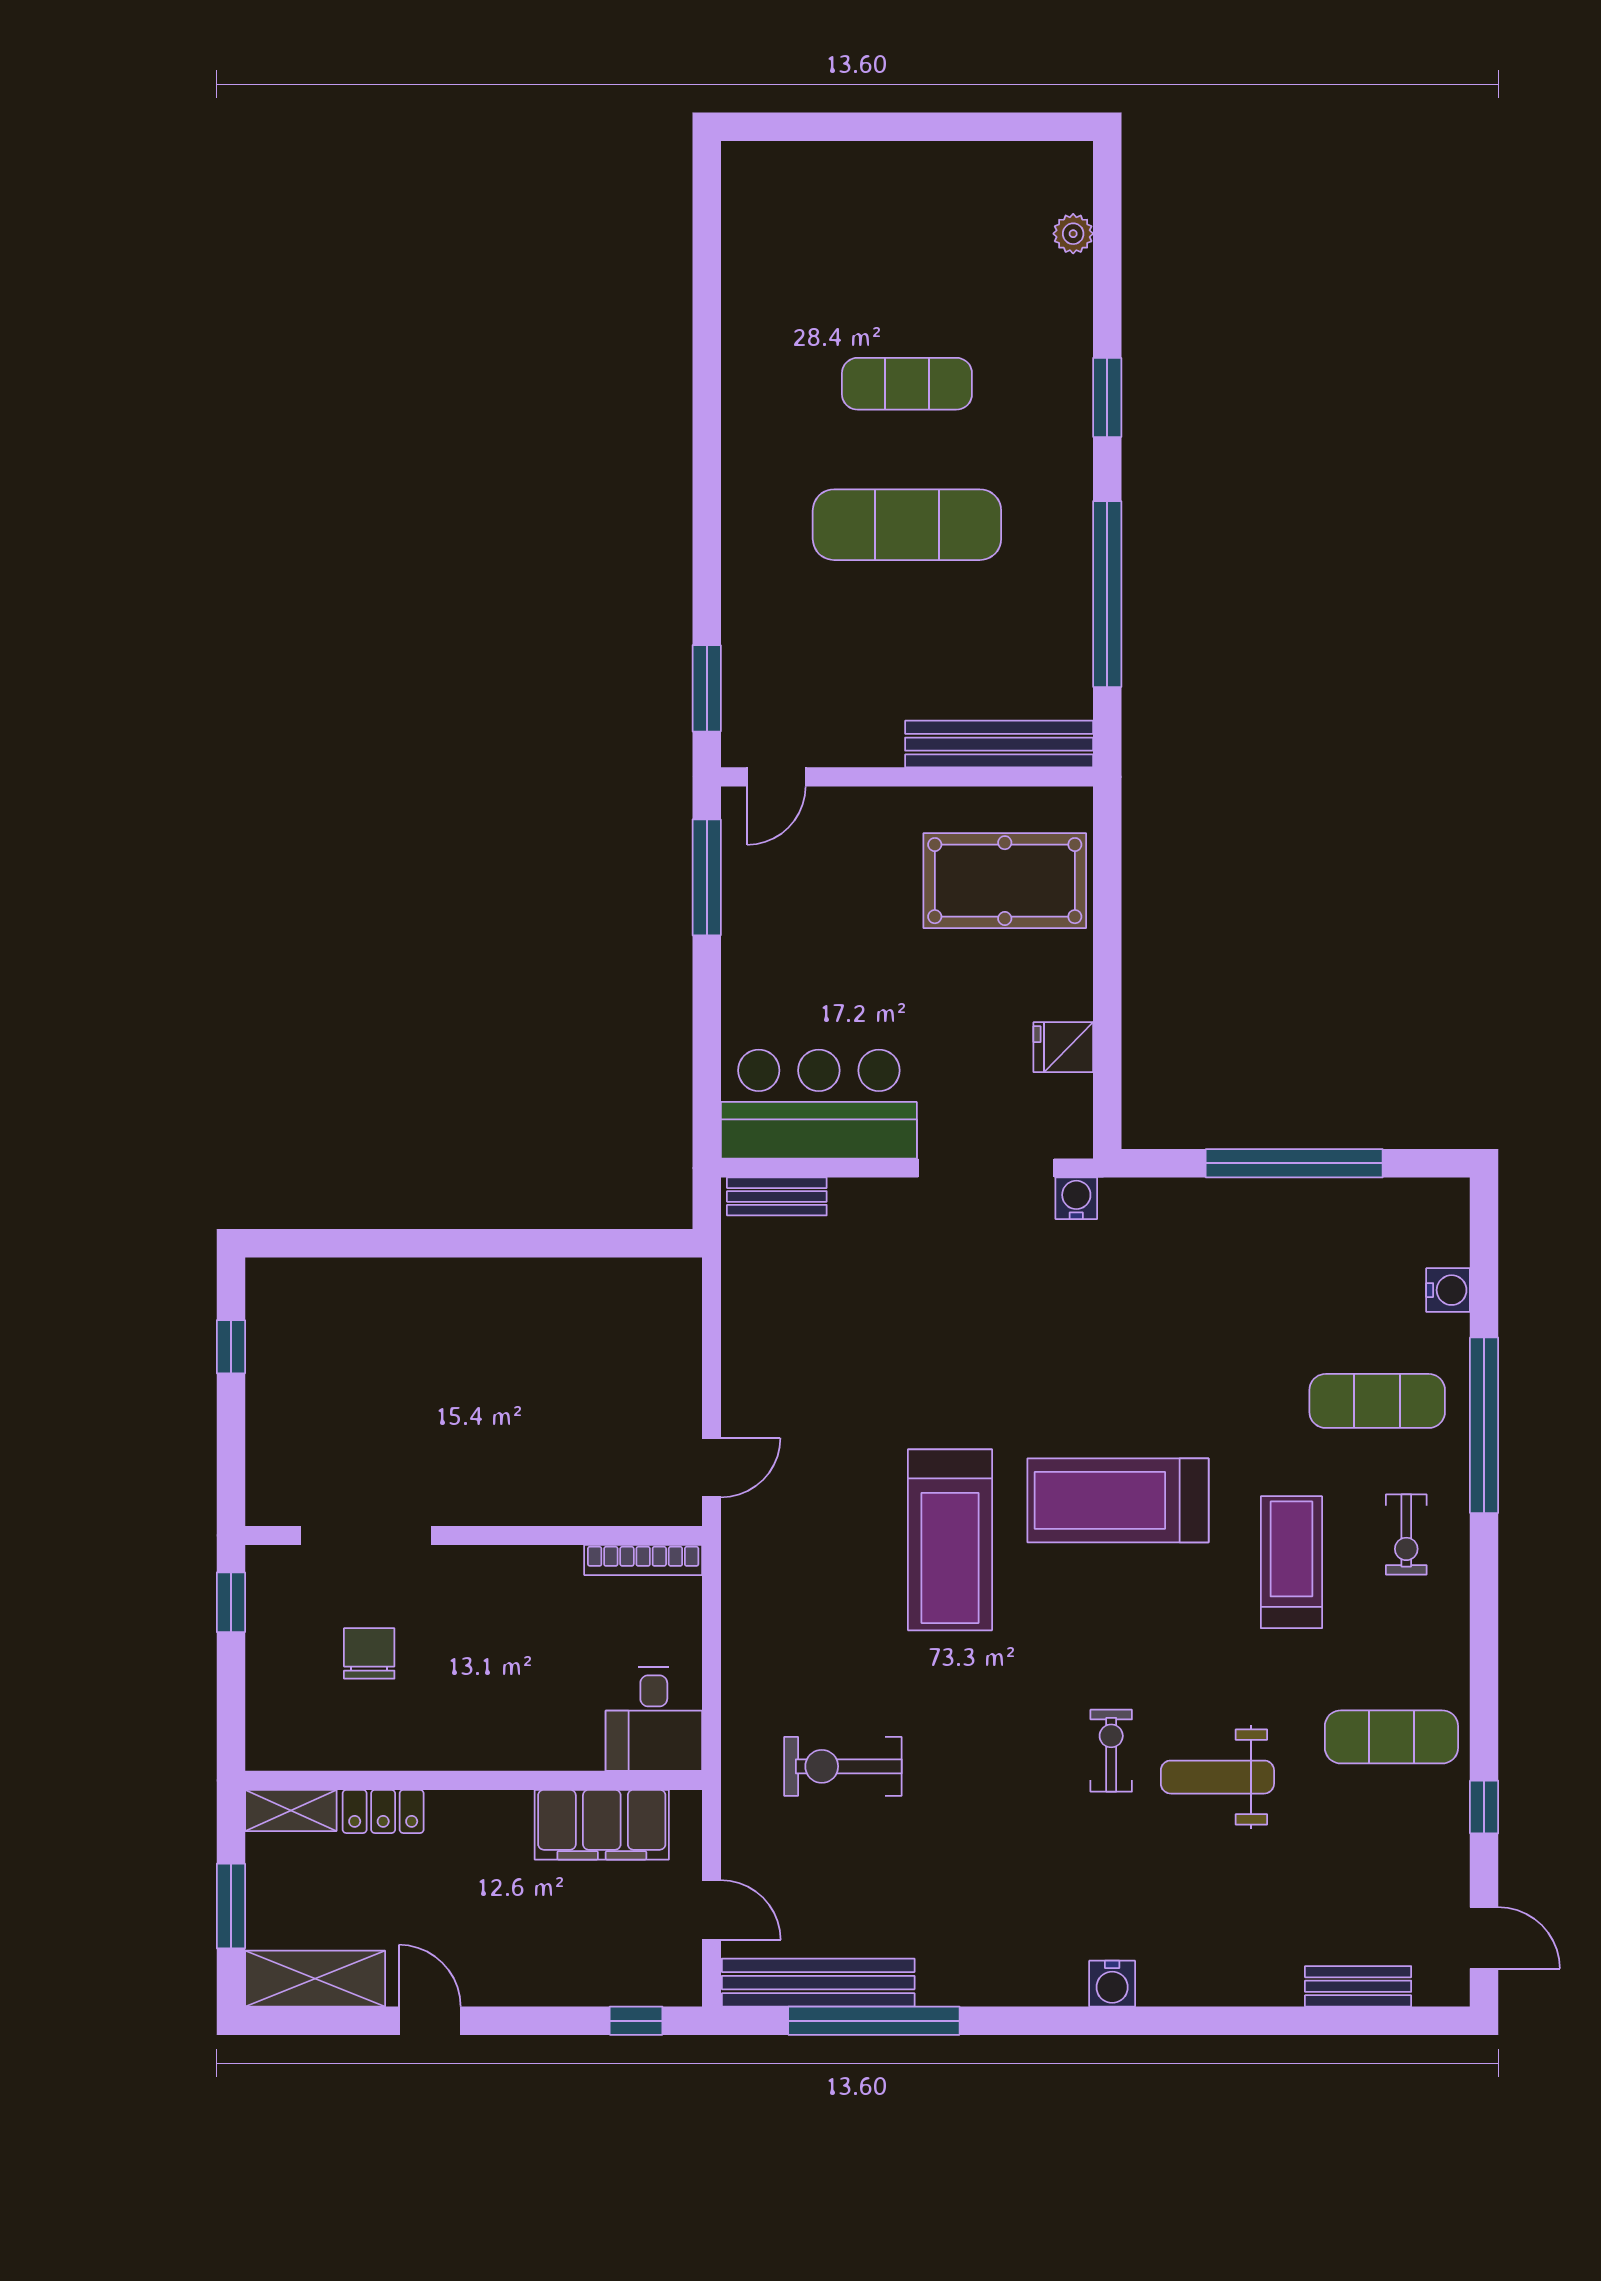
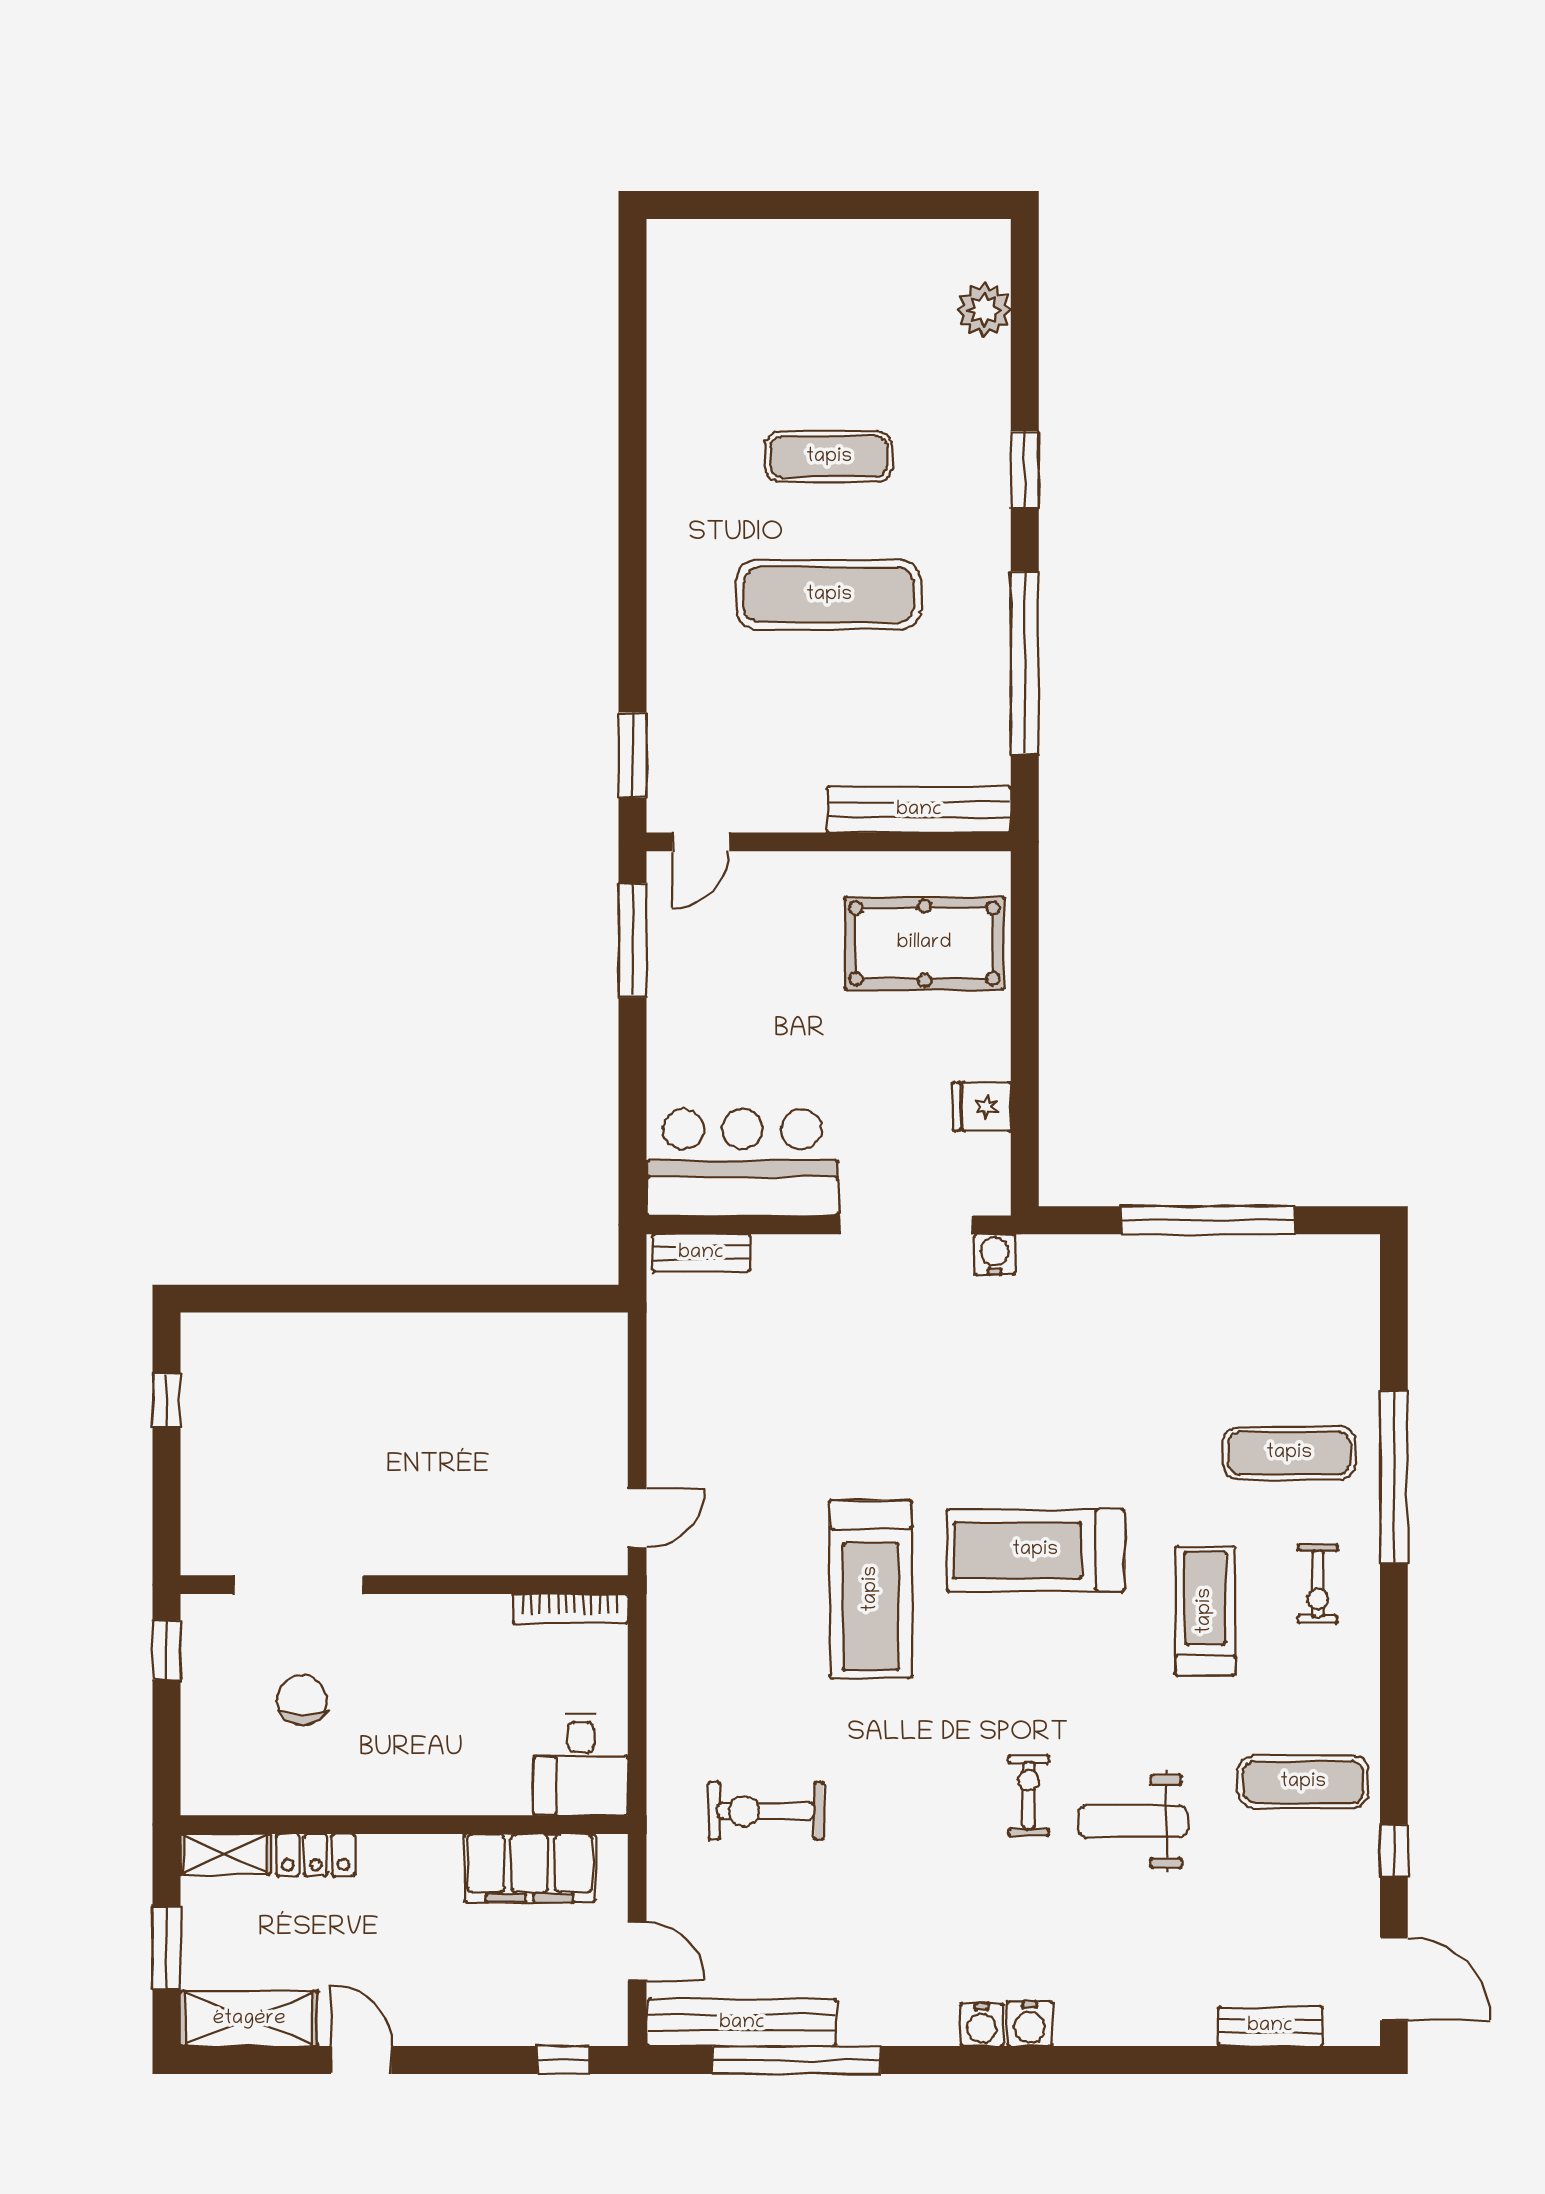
plant: (1073, 234) -> (984, 310), width x1.38, depth x1.38
water cooler: (1448, 1290) -> (982, 2025), moved, turned 90
door: (1484, 1938) -> (1394, 1979), width x1.38

